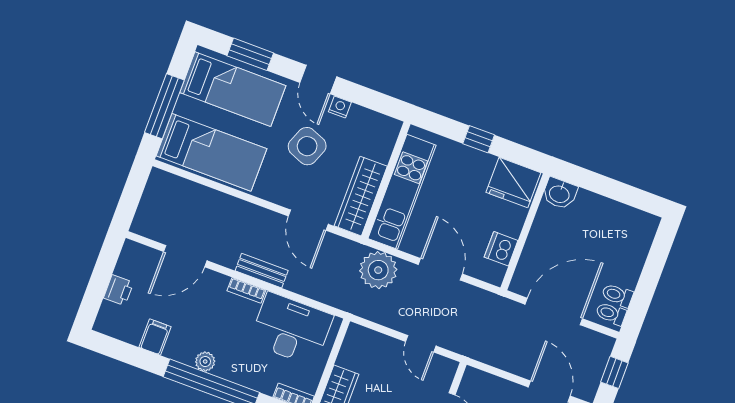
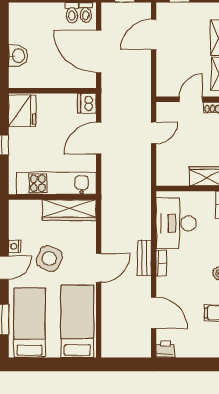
window: (164, 106) -> (58, 364), removed
washbasin: (560, 193) -> (18, 56), moved
door: (308, 220) -> (99, 268), moved
dishwasher: (501, 249) -> (87, 103), moved, turned 90
plant: (378, 270) -> (115, 180), removed
printer: (118, 290) -> (165, 349), moved

